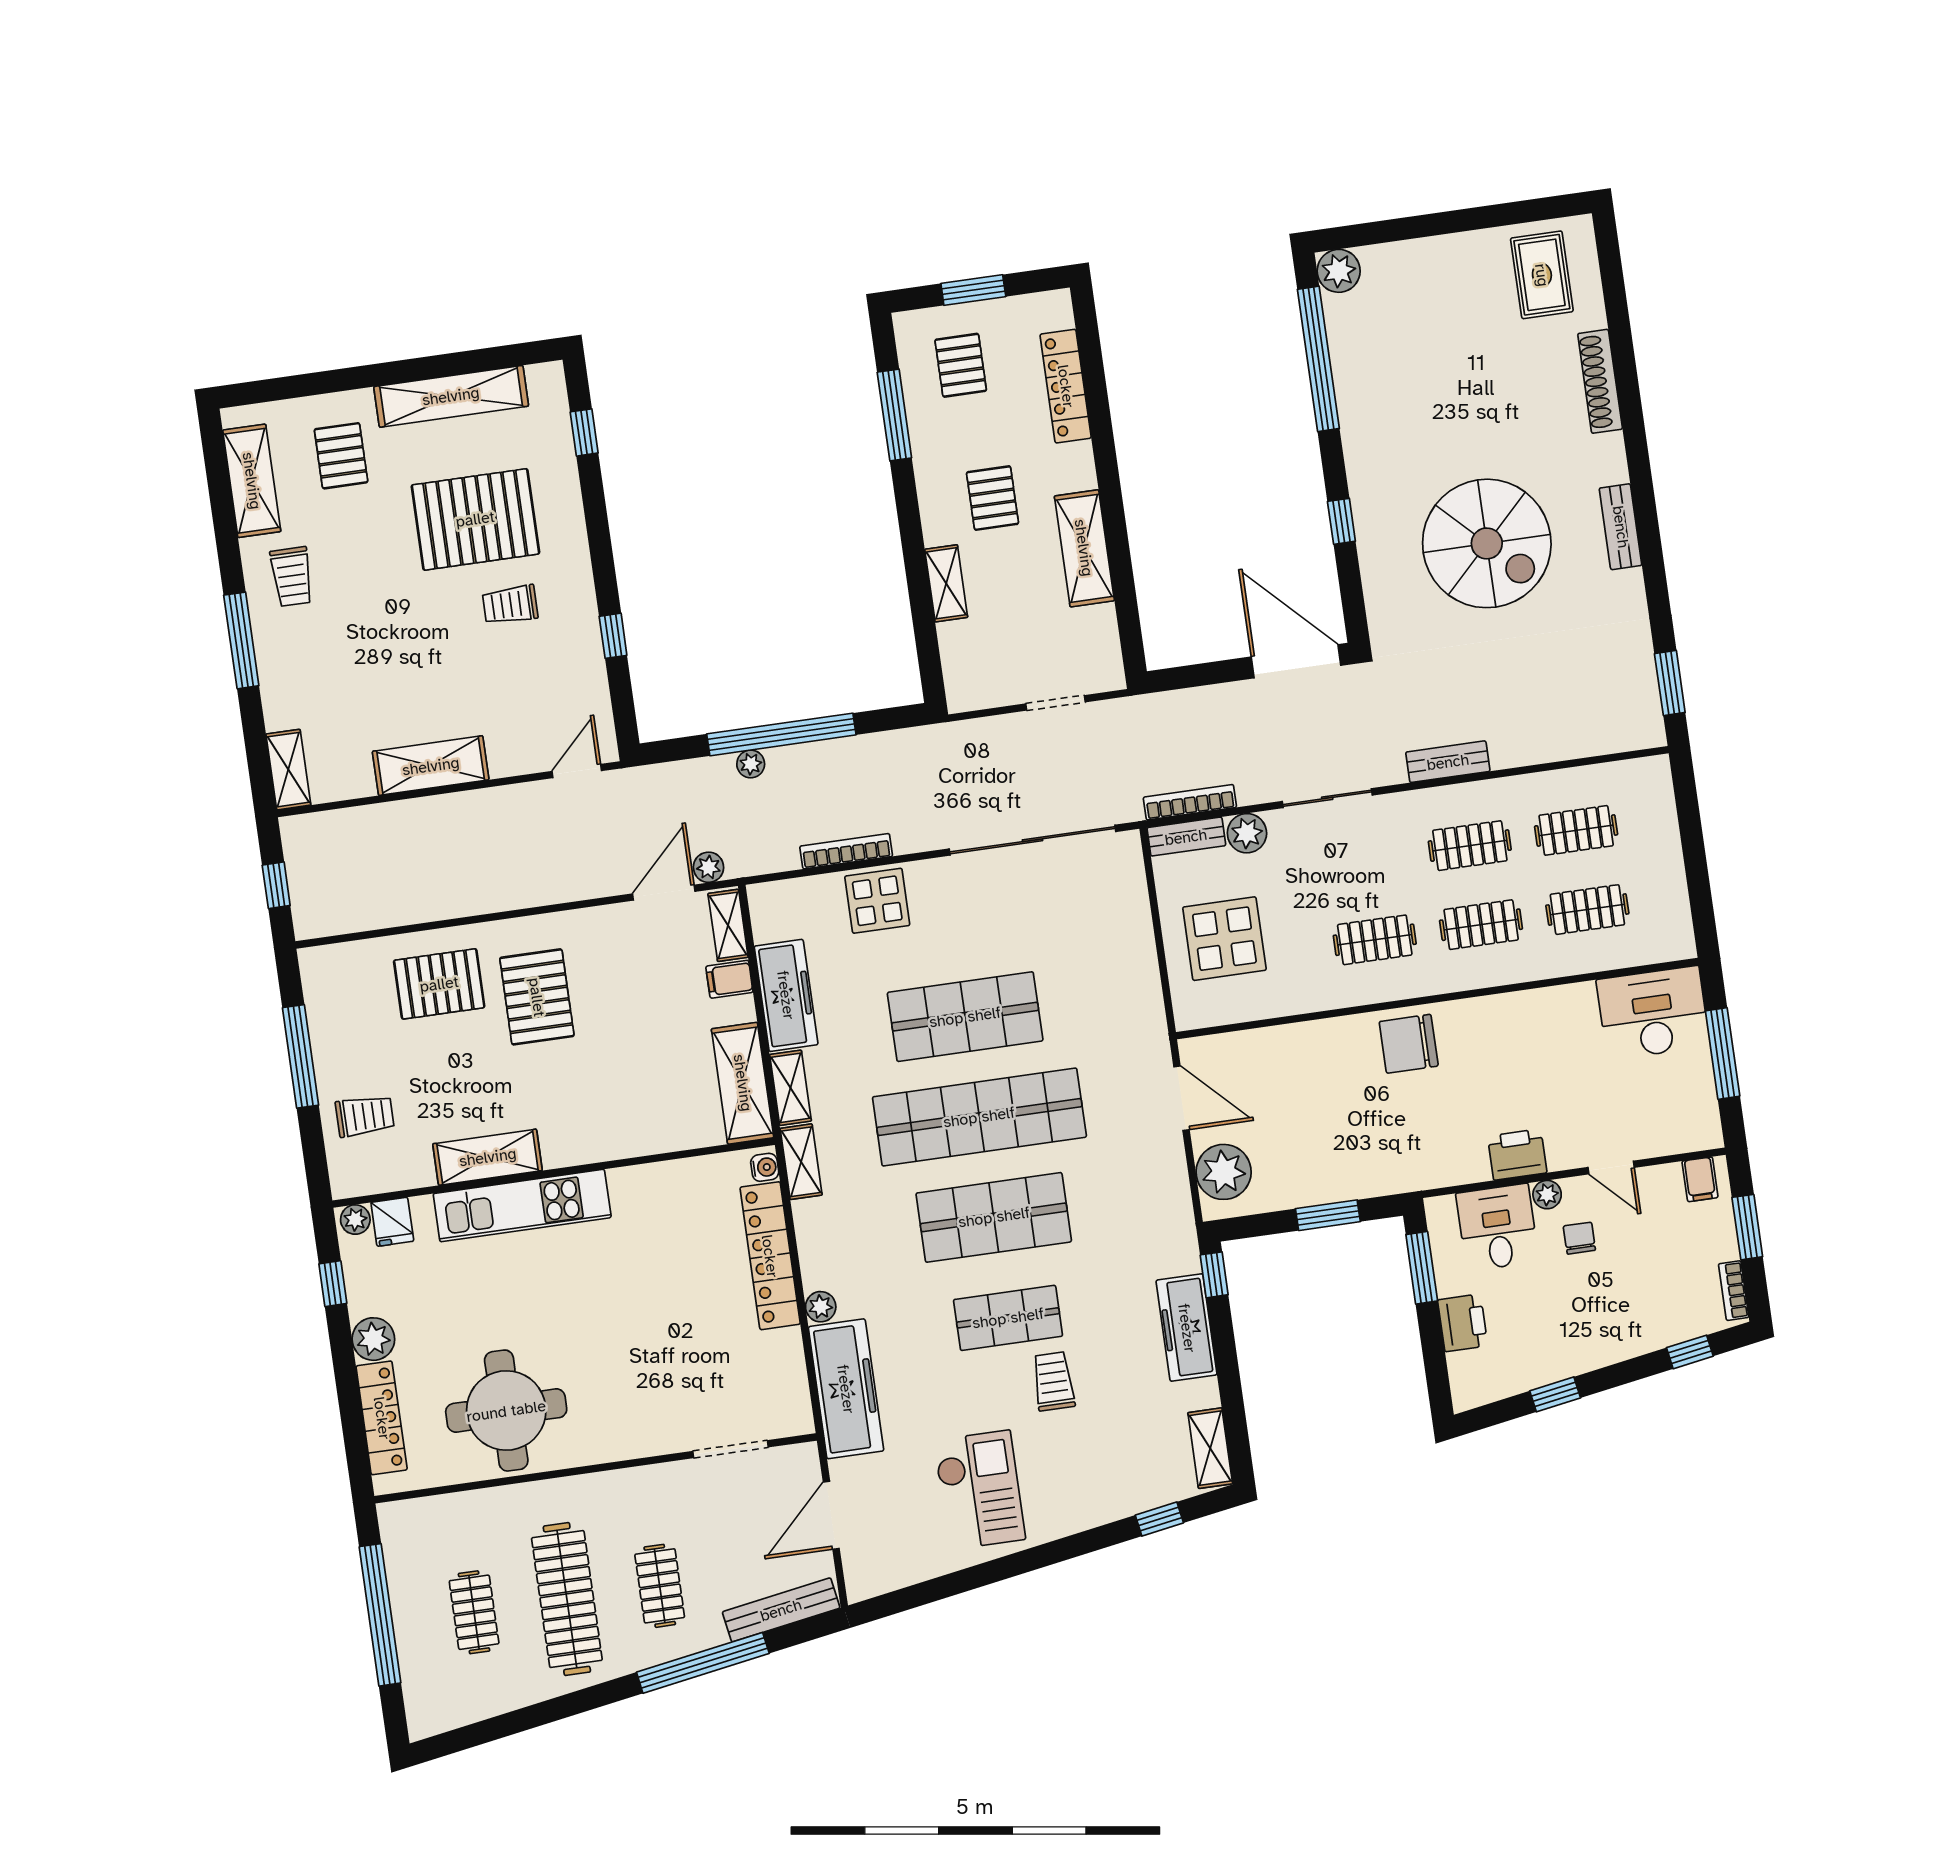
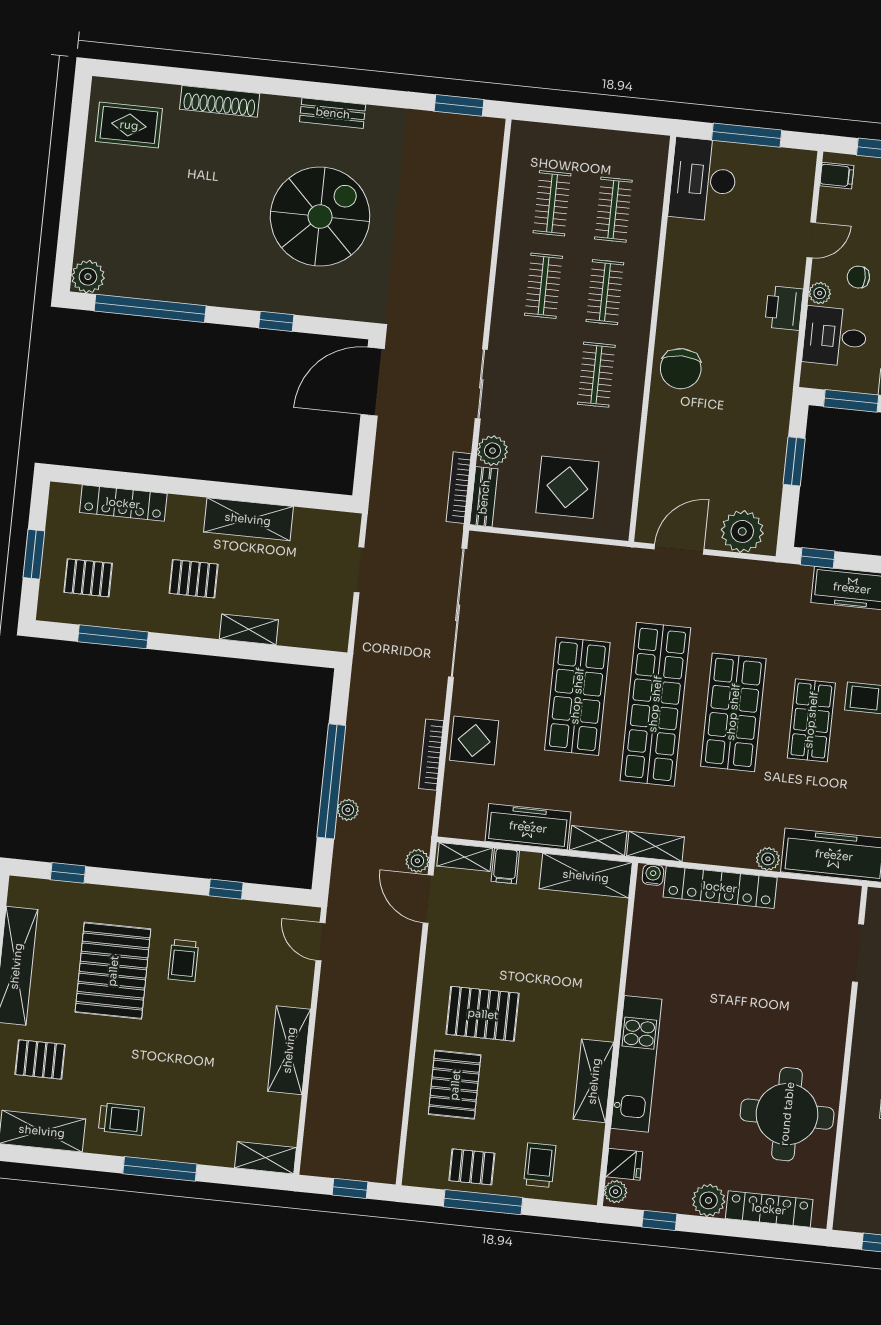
bench: (1448, 762) -> (476, 287), removed
pallet: (341, 1031) -> (472, 1167), added

